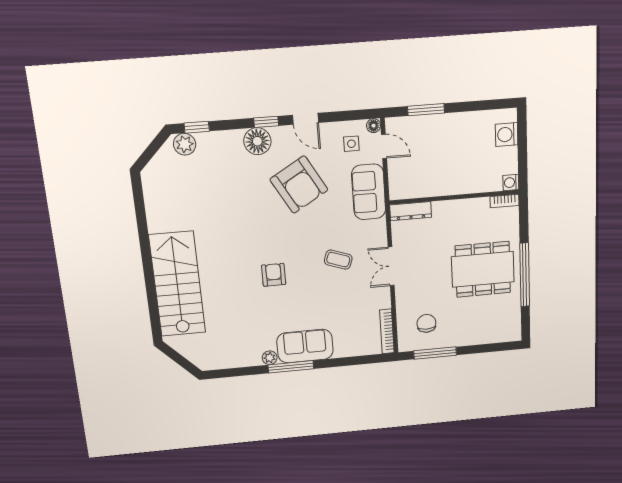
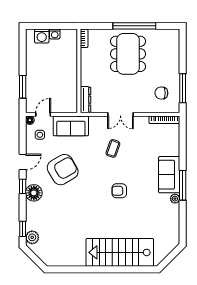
washing machine: (511, 182) -> (55, 34), moved

